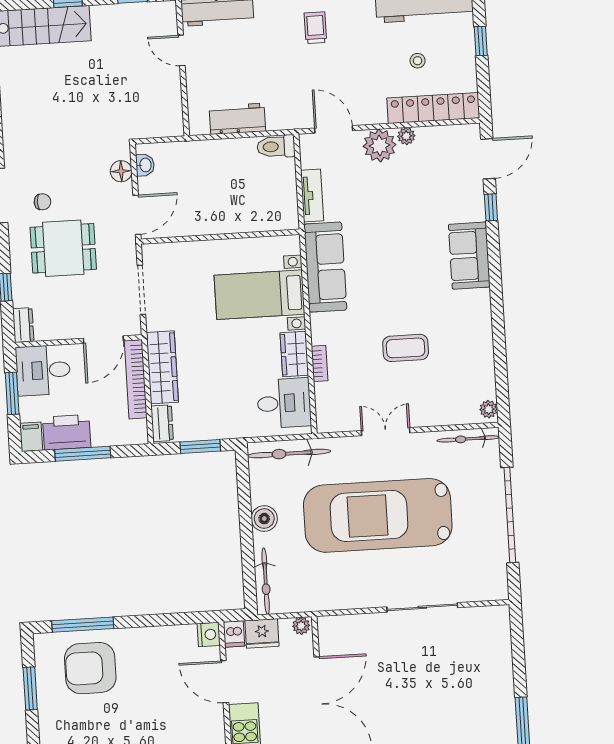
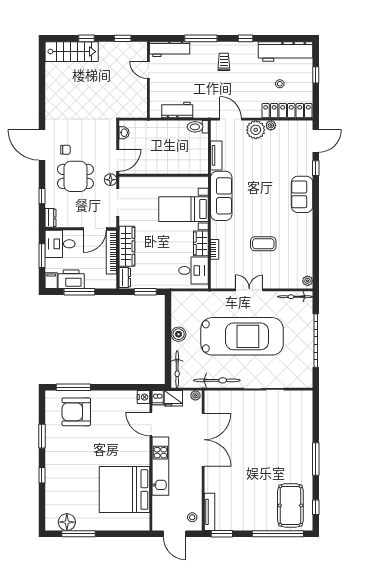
floor lamp: (121, 171) -> (110, 180), moved
bicycle: (289, 453) -> (217, 380), moved, turned 180
car: (378, 515) -> (242, 336), turned 180
window: (30, 688) -> (42, 436), moved

